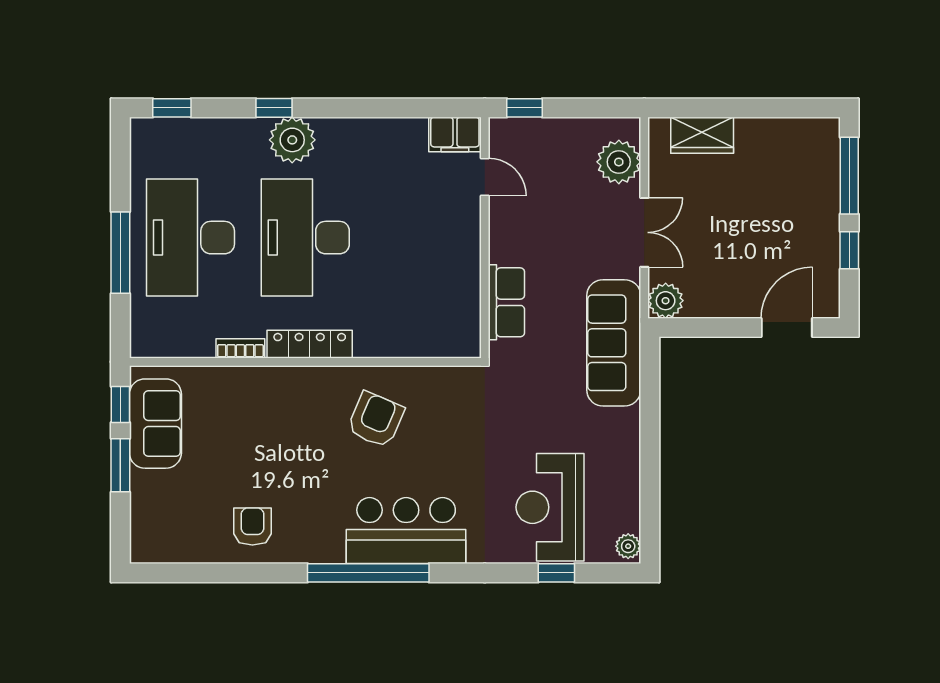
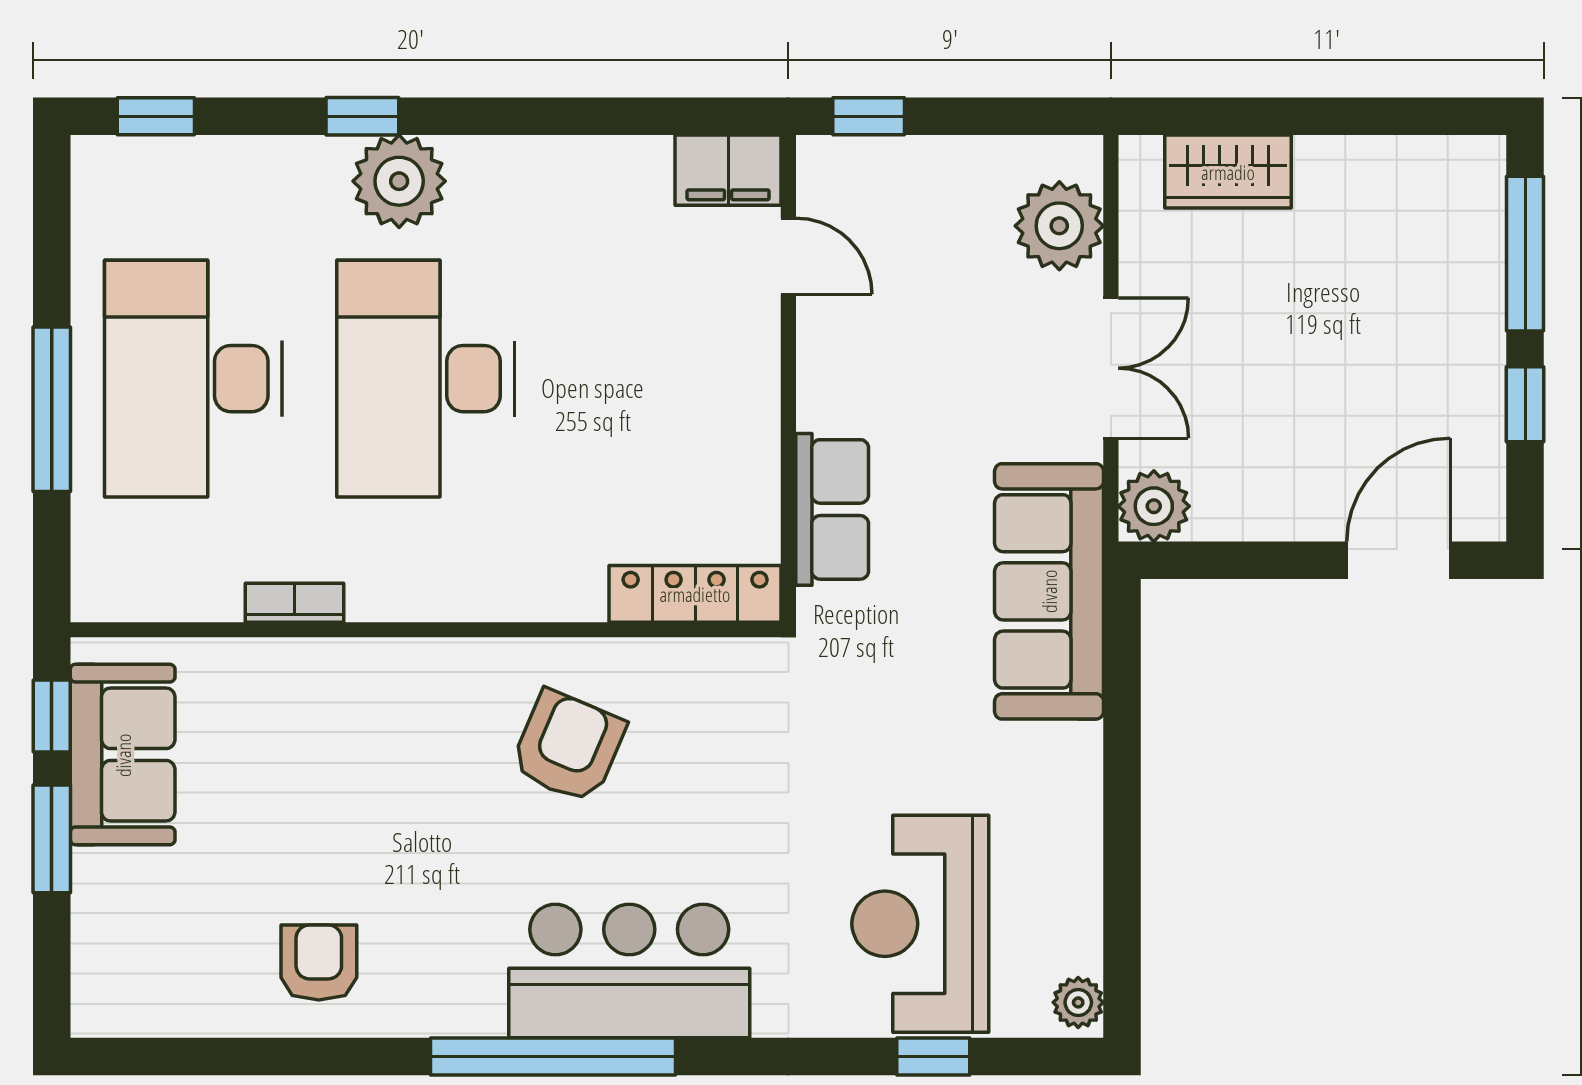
locker: (310, 344) -> (695, 594), moved

